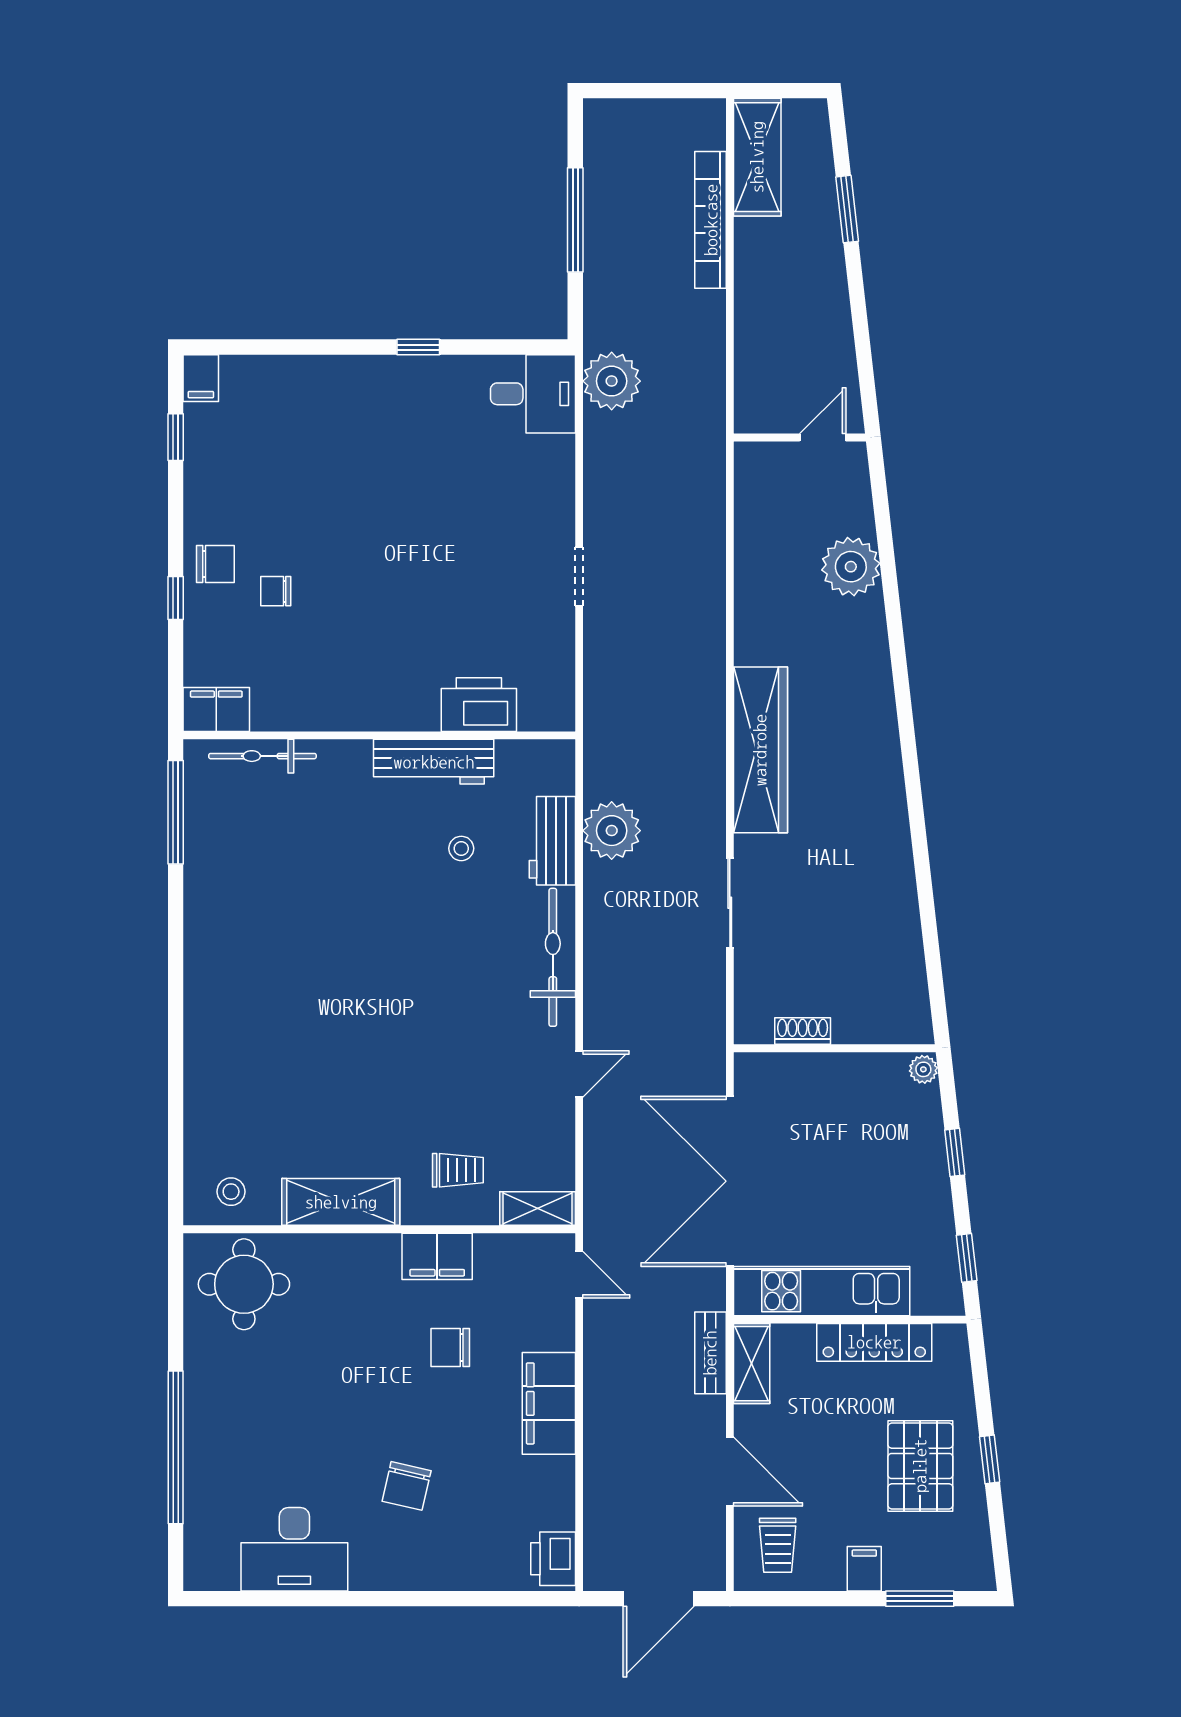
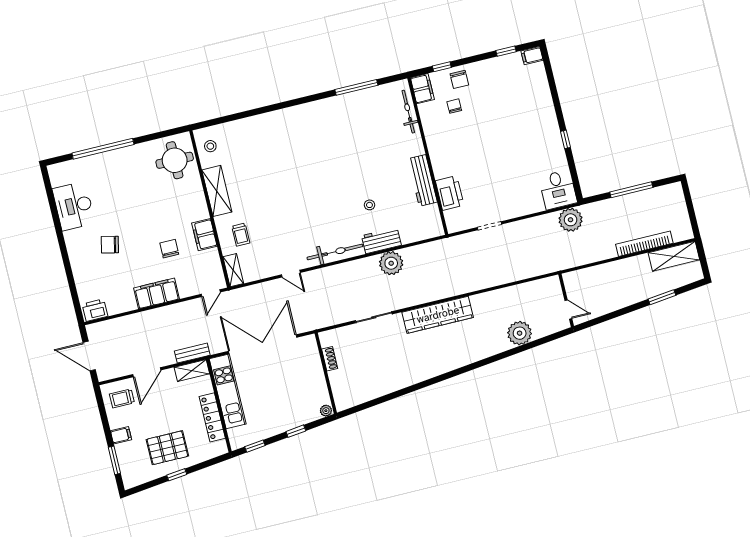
printer: (479, 705) -> (450, 193), moved
filing cabinet: (216, 710) -> (422, 89), moved
wall: (379, 735) -> (428, 156), moved
bicycle: (262, 756) -> (408, 112), moved
workbench: (434, 762) -> (423, 180), moved

